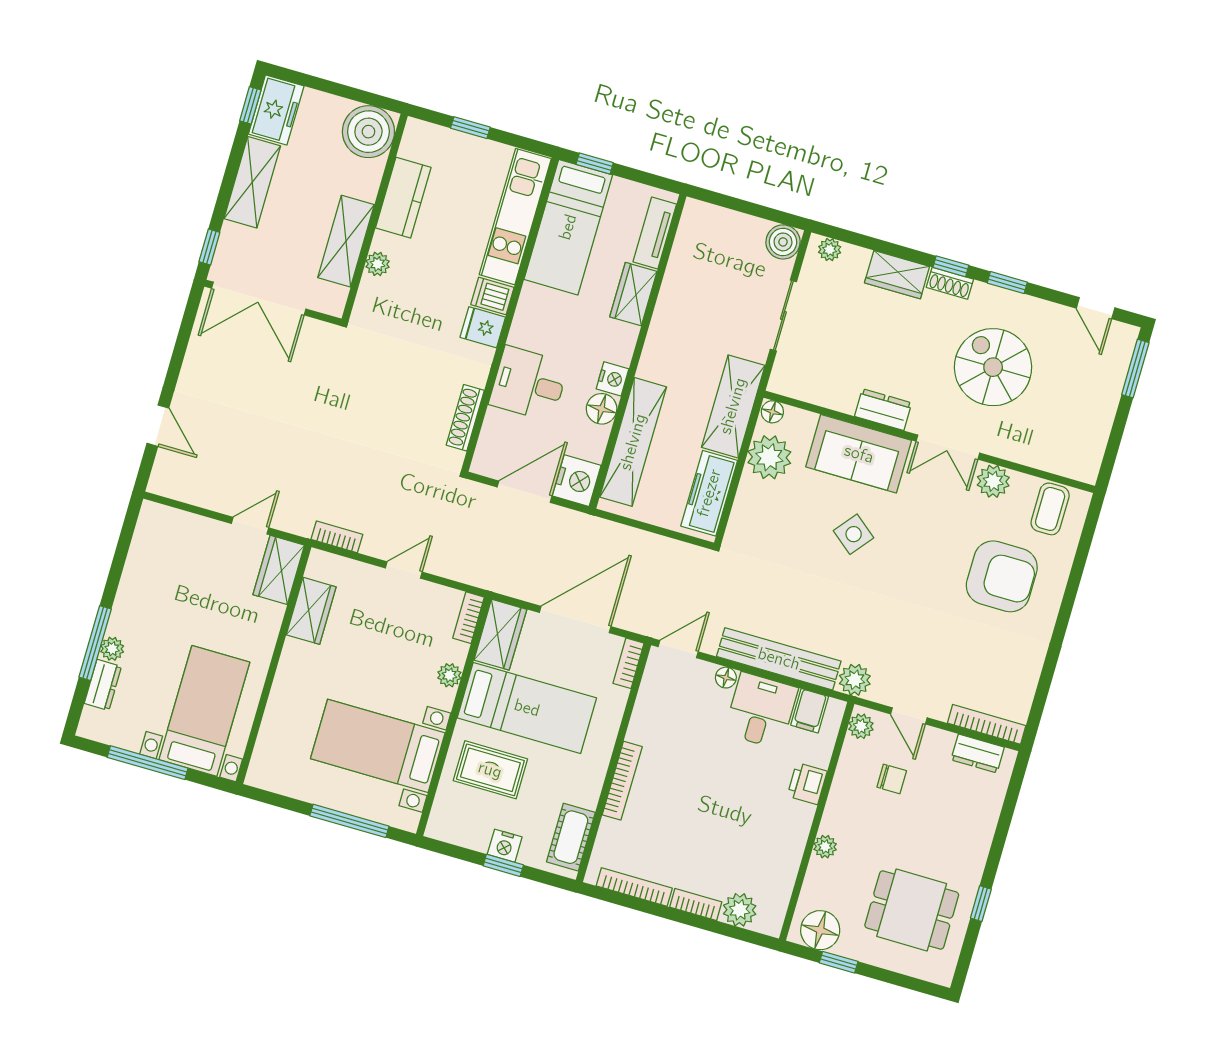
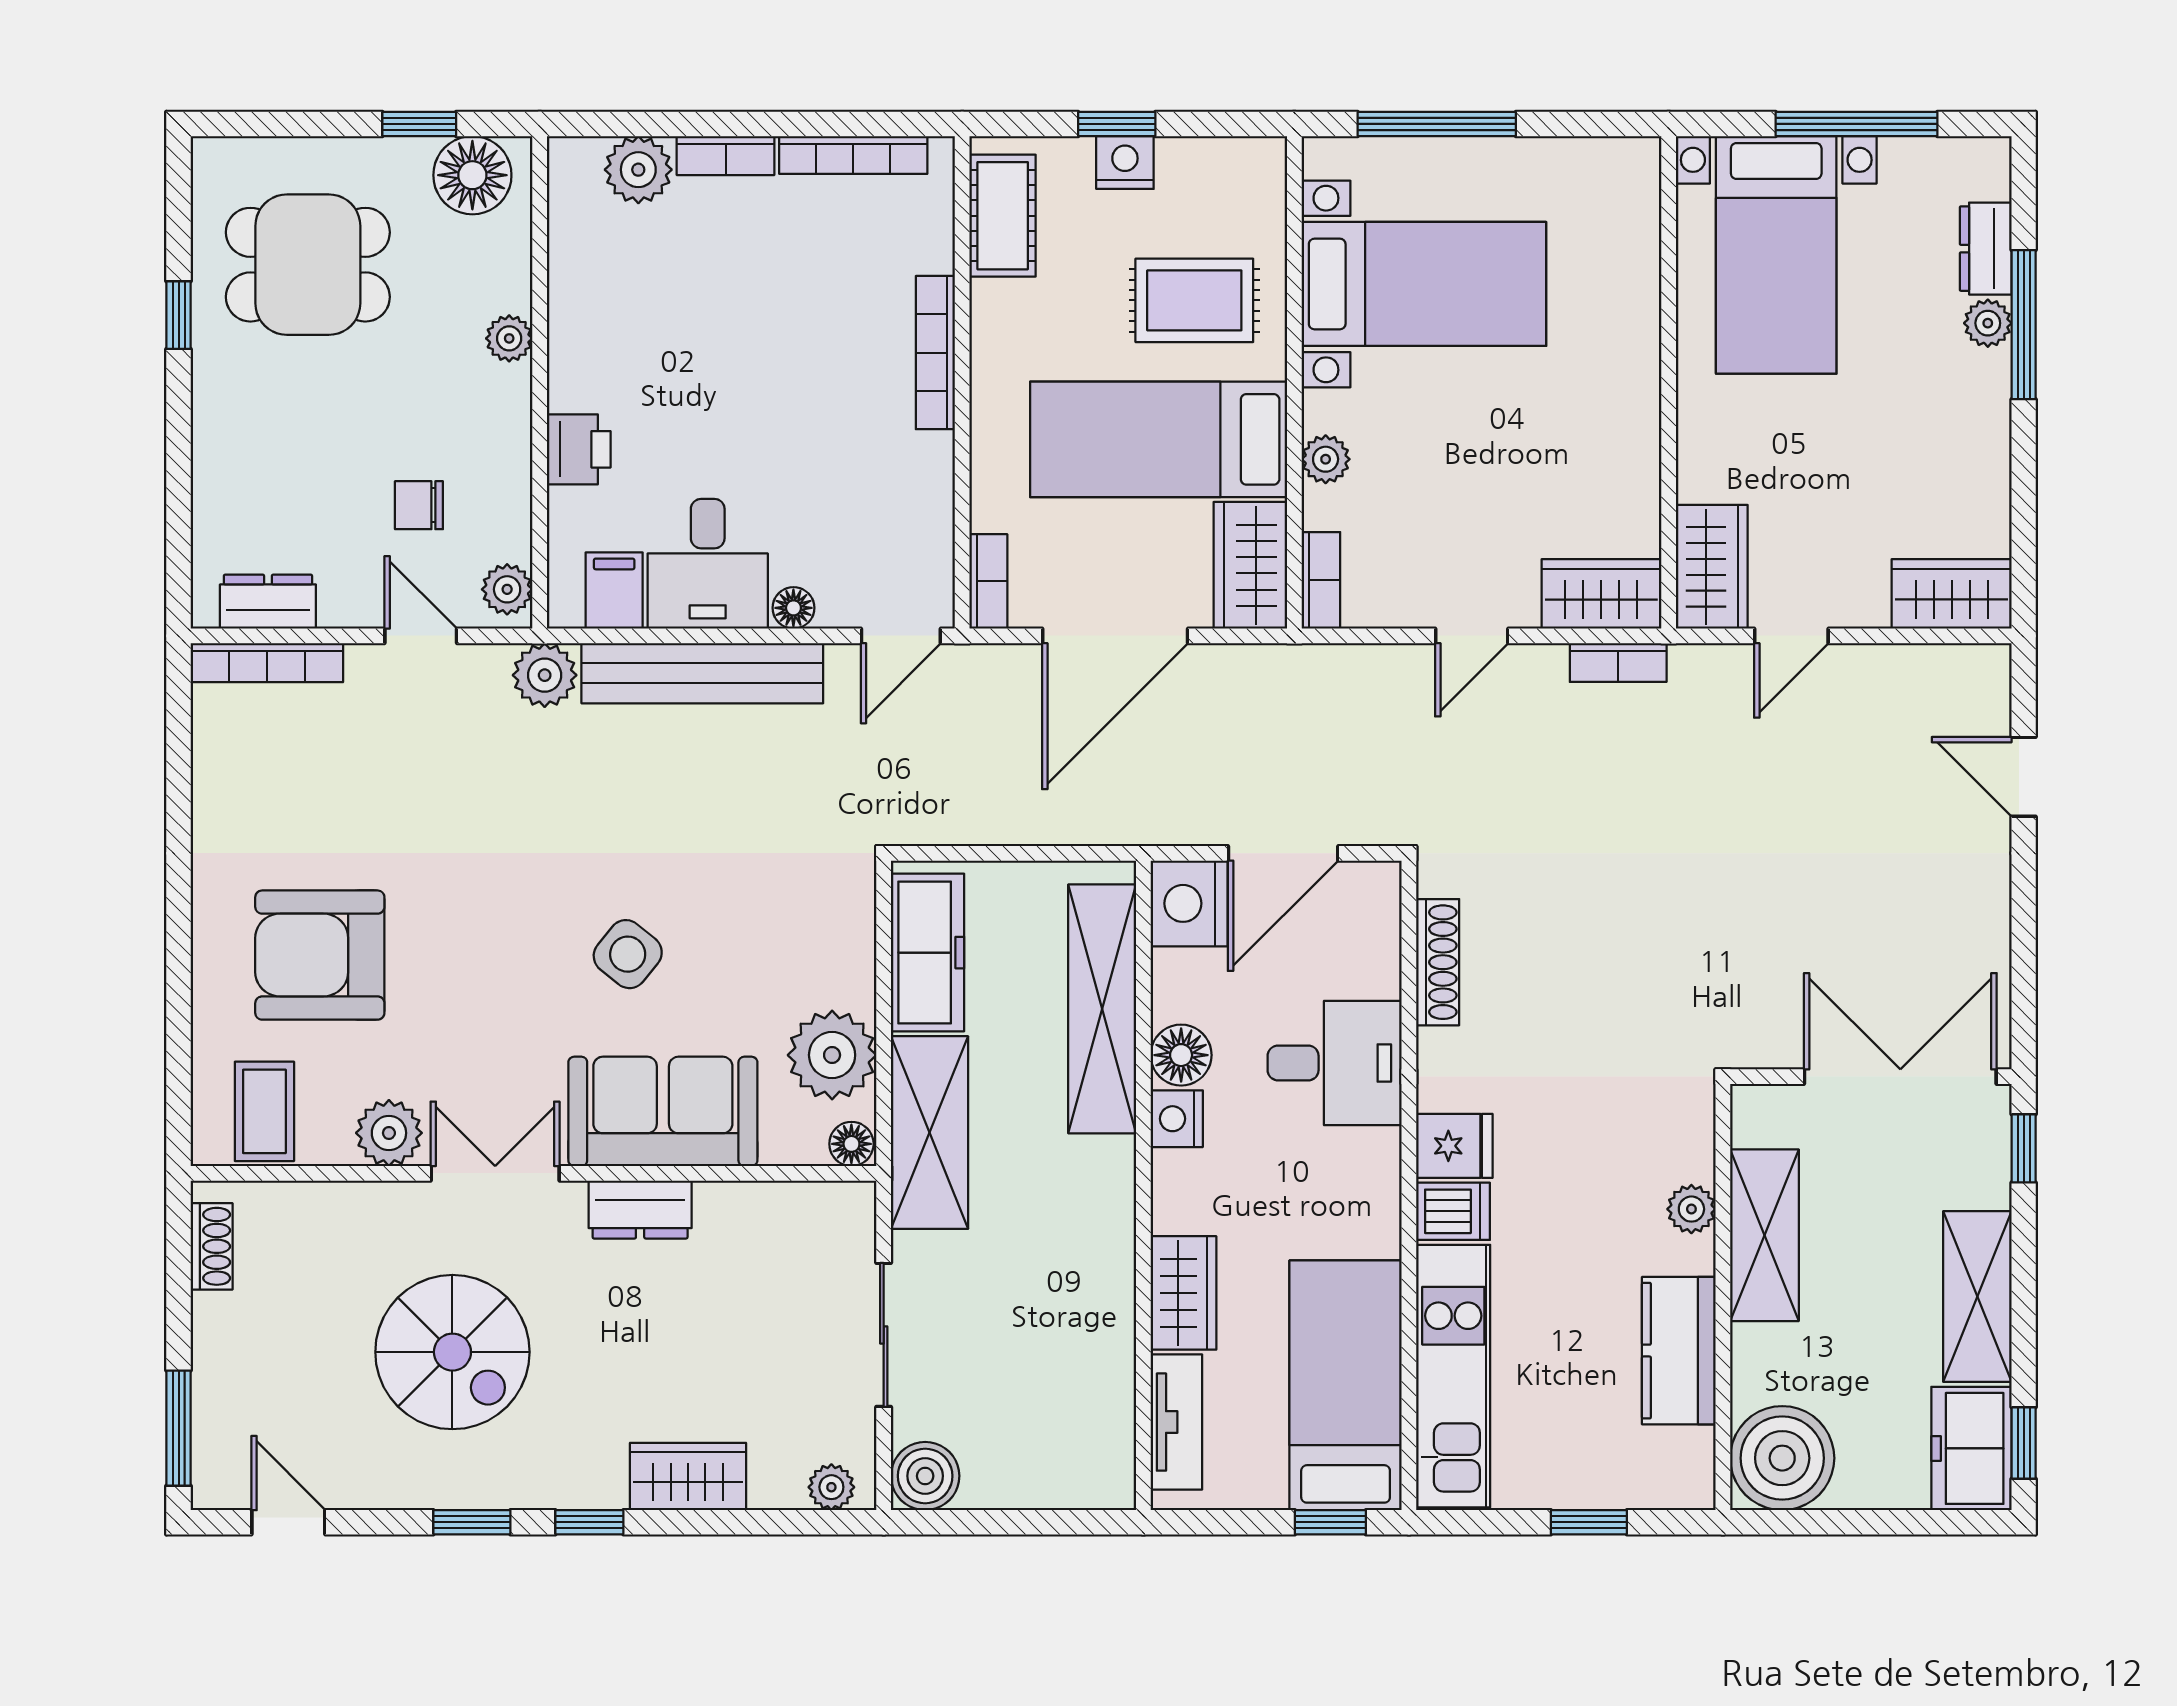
shoe rack: (950, 283) -> (212, 1246), moved, turned 90
wardrobe: (167, 524) -> (1952, 594), added
wardrobe: (311, 611) -> (1601, 594), moved, turned 90

